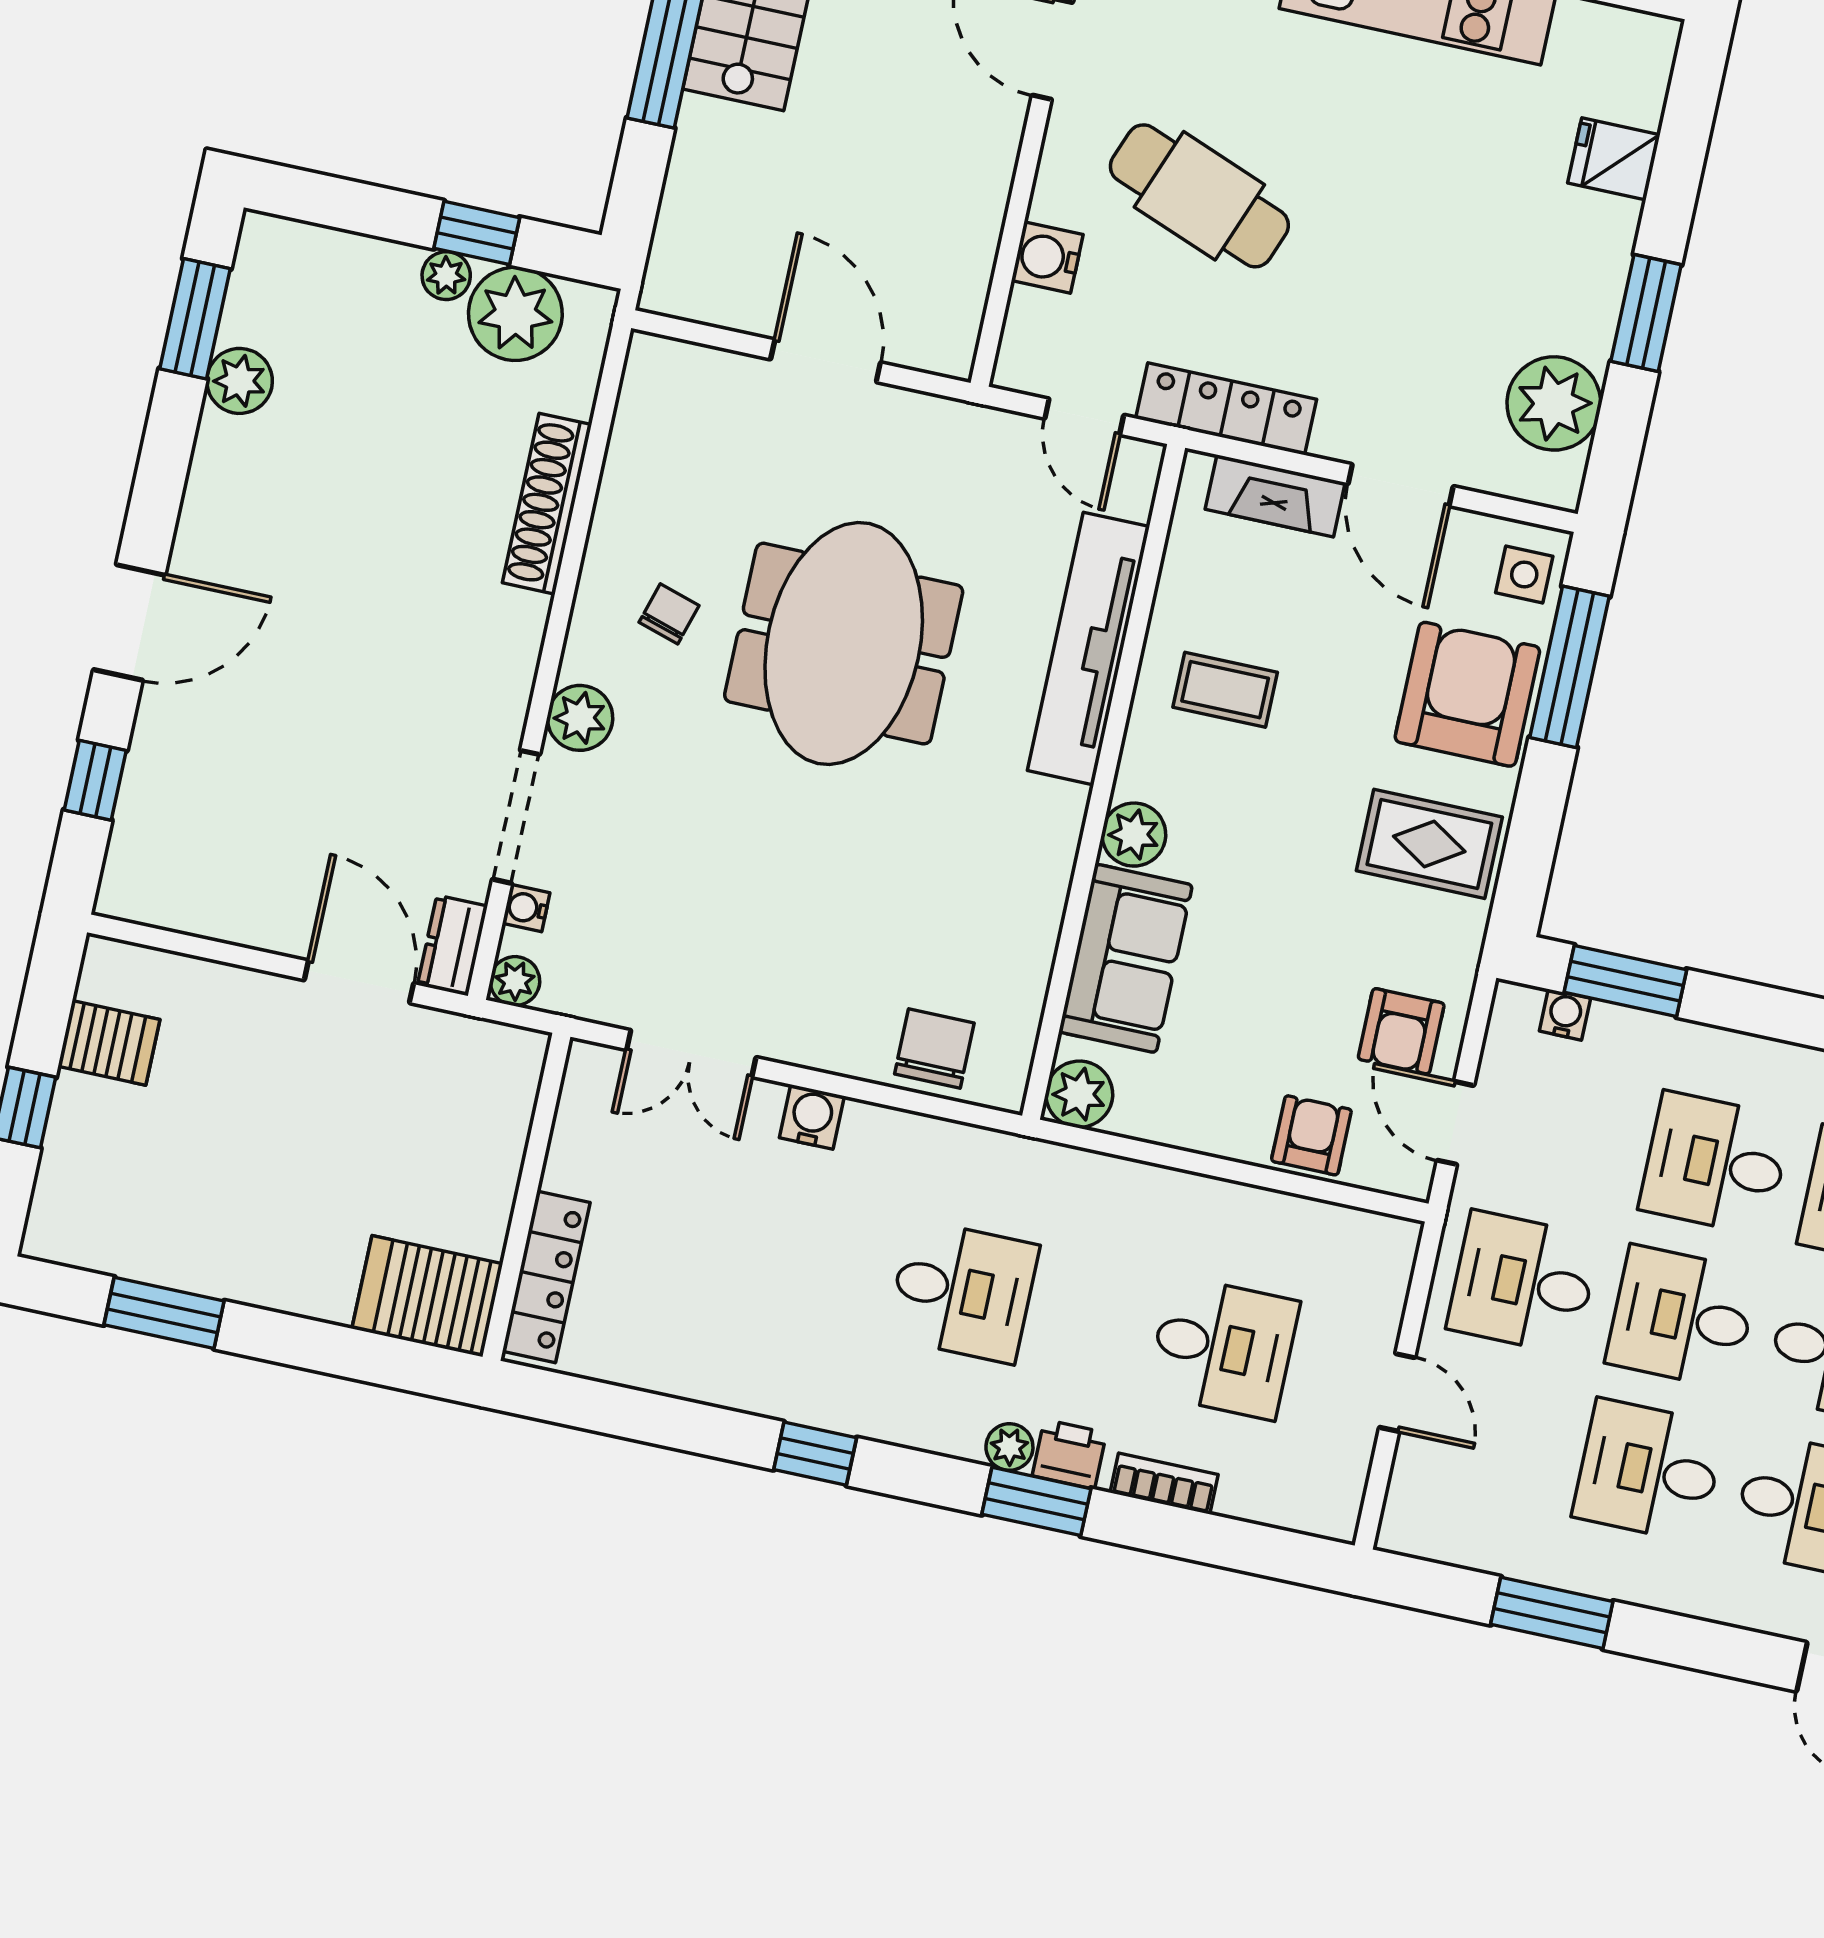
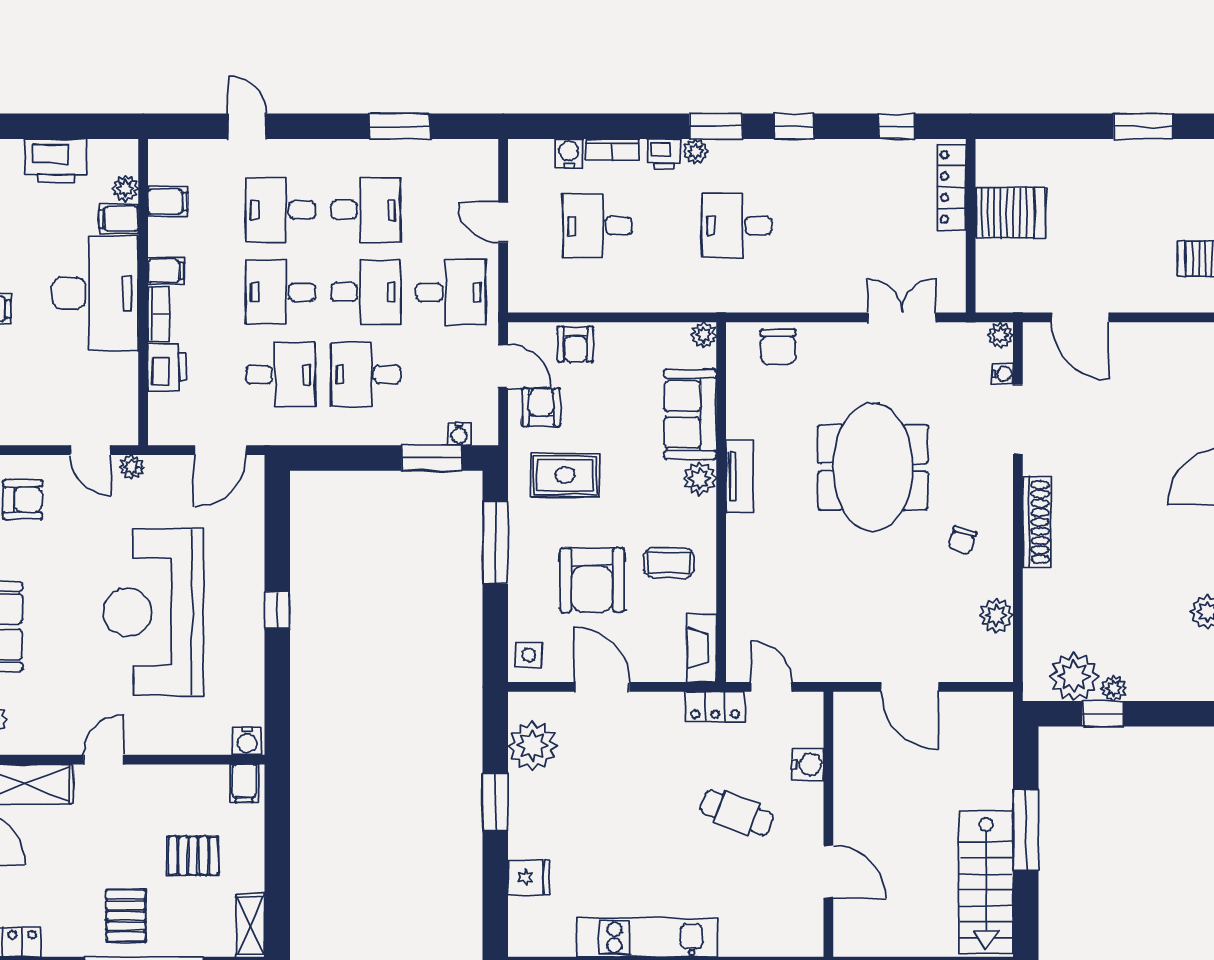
cafe table: (1199, 196) -> (737, 813), width x0.73, depth x0.74
locker: (1226, 409) -> (715, 707), width x0.66
fireplace: (1275, 496) -> (702, 648), moved, turned -90
shoe rack: (547, 504) -> (1037, 522), moved
meeting table: (844, 644) -> (873, 467), moved
tv unit: (1088, 649) -> (740, 477), moved, width x0.52, depth x0.78
window: (1570, 667) -> (495, 543), moved
armchair: (1467, 694) -> (592, 580), moved
plant: (580, 718) -> (996, 615), moved
rug: (1429, 844) -> (565, 475), moved
dresser: (452, 946) -> (1036, 346), removed
plant: (1079, 1094) -> (704, 335), width x0.73, depth x0.73
water cooler: (812, 1117) -> (569, 153), moved, turned 180
desk: (1715, 1163) -> (366, 375), turned 180
server rack: (427, 1296) -> (1010, 213), moved
window: (624, 1412) -> (897, 126), added
window: (1036, 1501) -> (716, 126), moved

